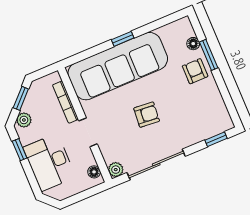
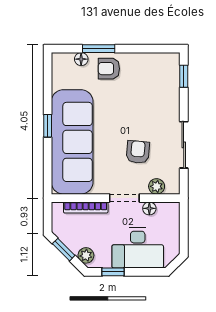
armchair: (147, 115) -> (138, 152), moved
sliding door: (156, 164) -> (184, 145), width x0.73
plant: (116, 170) -> (157, 186), moved
floor lamp: (94, 172) -> (149, 208), moved

